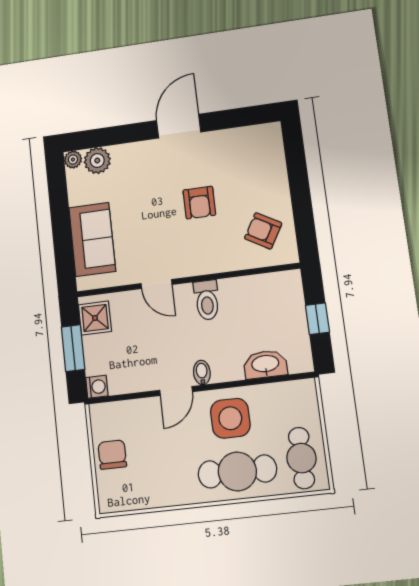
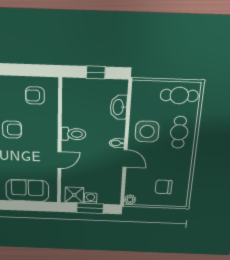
armchair: (263, 231) -> (35, 96), turned 60
washing machine: (97, 387) -> (91, 198), moved
plant: (99, 413) -> (130, 200), added
chair: (112, 455) -> (164, 187), moved
cafe table: (237, 471) -> (179, 132), width x0.73, depth x0.74

